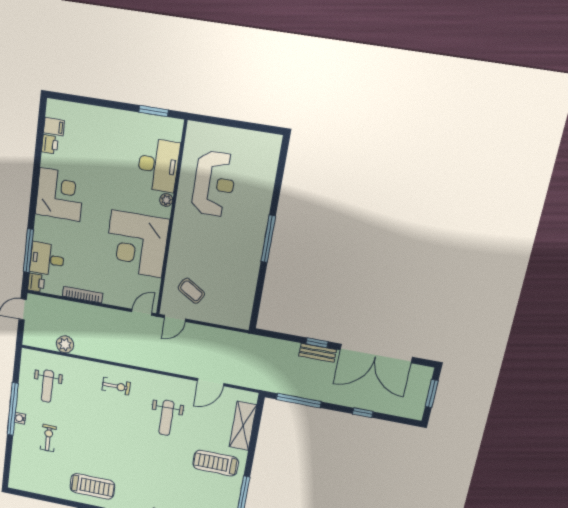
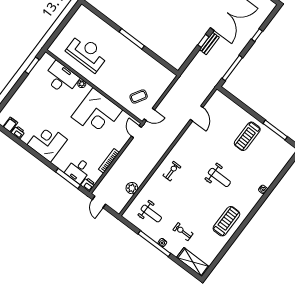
door: (175, 318) -> (149, 114), hinge flipped
weight bench: (166, 418) -> (219, 177), moved
shelving: (243, 426) -> (193, 262), moved

